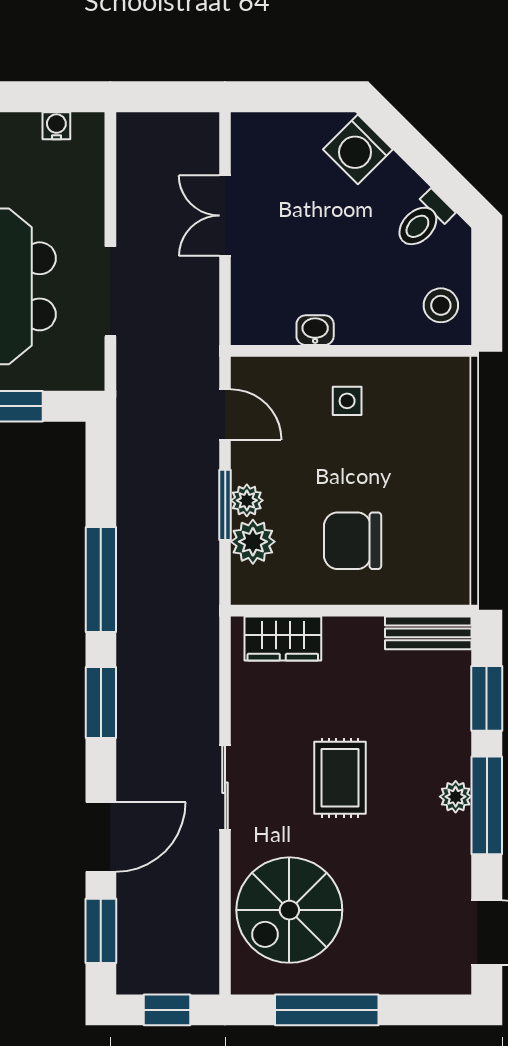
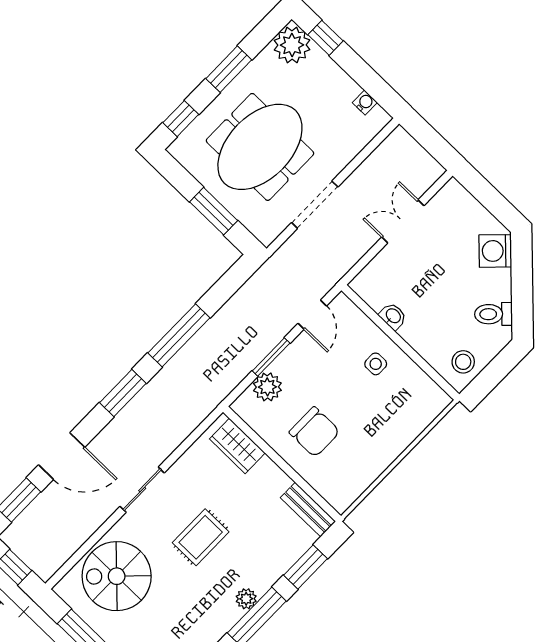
plant: (247, 500) -> (283, 365), removed
chair: (353, 541) -> (315, 432), turned 180

